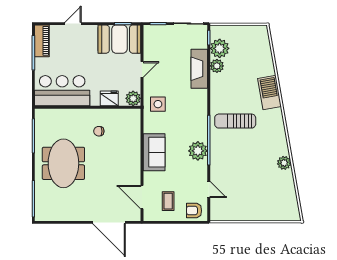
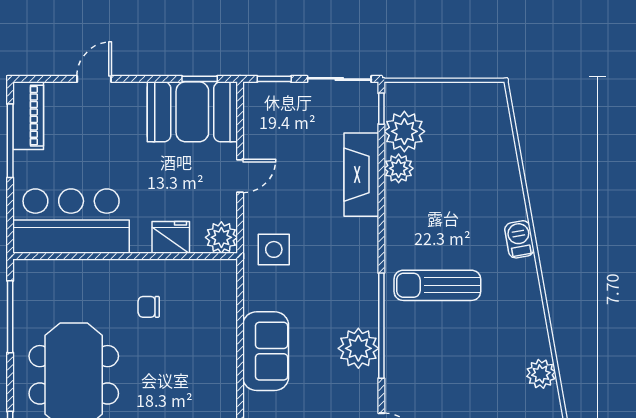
barbecue: (269, 93) -> (519, 239), width x0.53, depth x0.65

